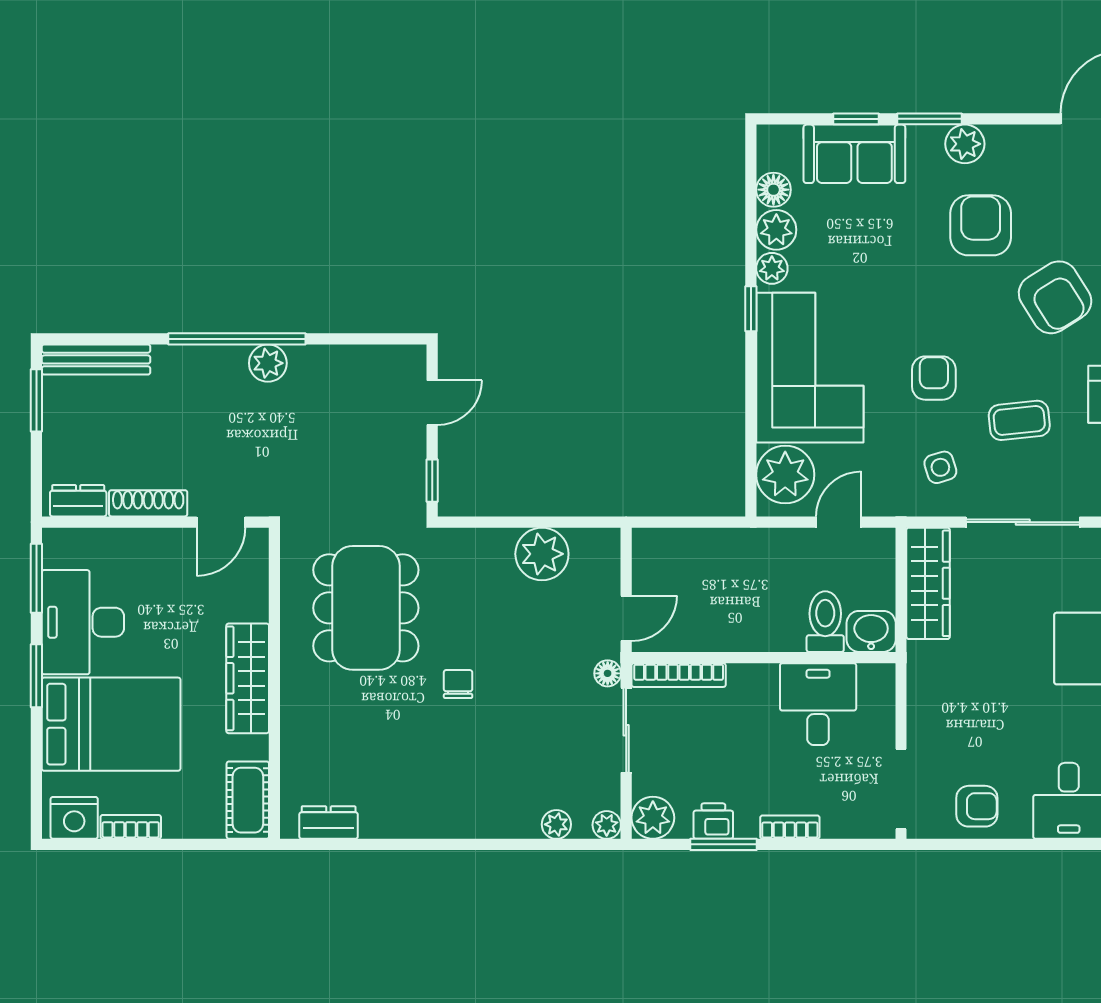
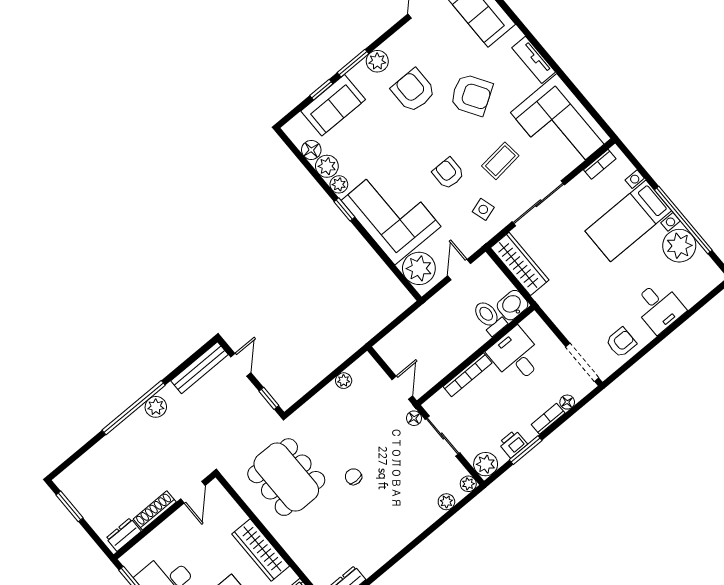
bench: (96, 359) -> (199, 368), moved
plant: (542, 554) -> (344, 381), width x0.53, depth x0.53
bookcase: (679, 675) -> (467, 375), moved
floor lamp: (835, 826) -> (567, 402), added

